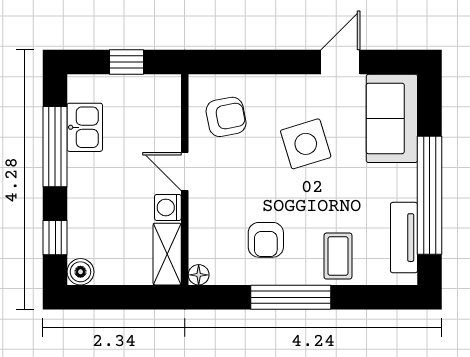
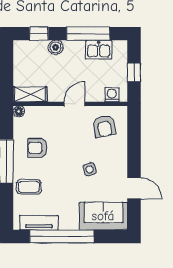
side table: (306, 144) -> (90, 169), width x0.54, depth x0.54
washing machine: (168, 207) -> (112, 95), moved
boiler: (80, 272) -> (56, 47), moved

